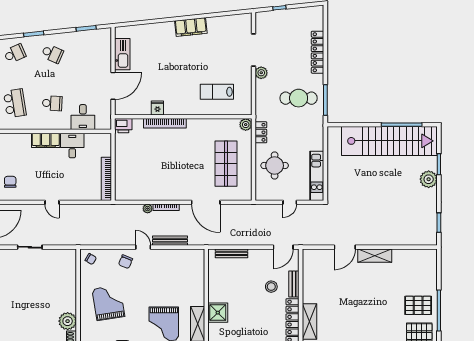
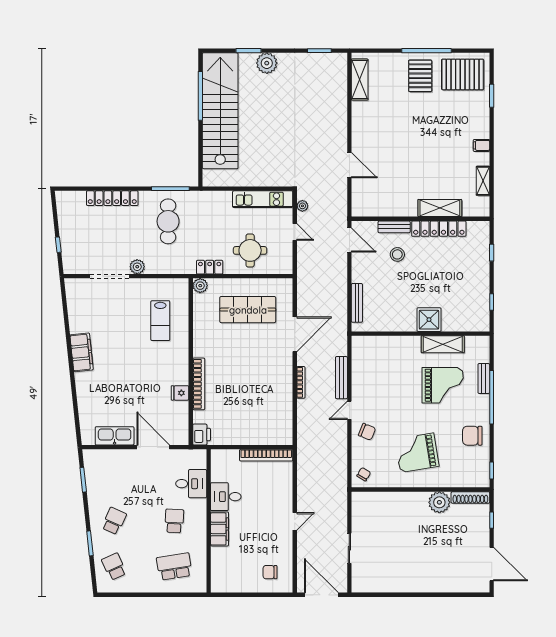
plant: (148, 209) -> (302, 206), moved
shelving: (375, 256) -> (360, 80), moved

